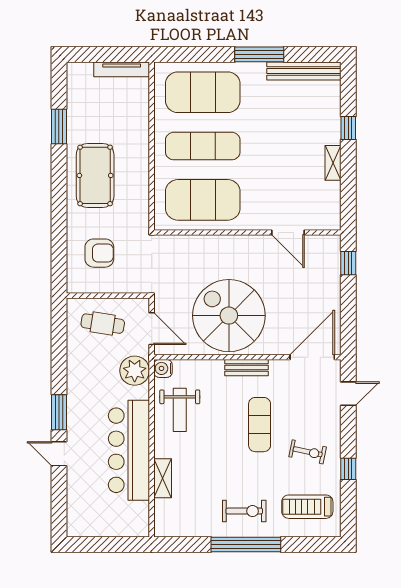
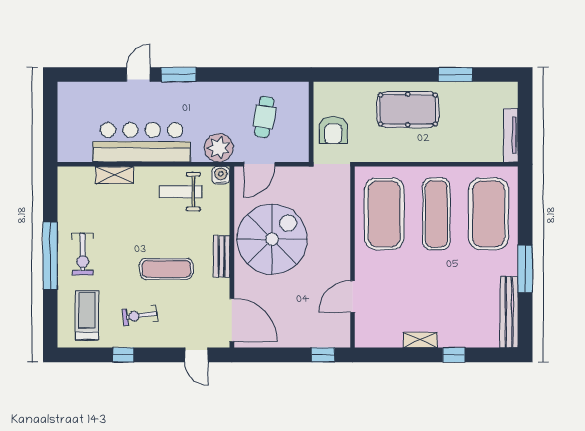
armchair: (99, 253) -> (333, 130), moved
wall: (108, 296) -> (311, 122), moved
exercise bike: (308, 452) -> (140, 316), turned 71

